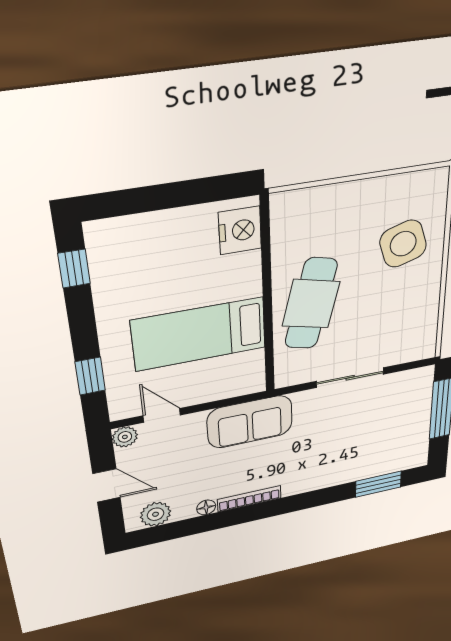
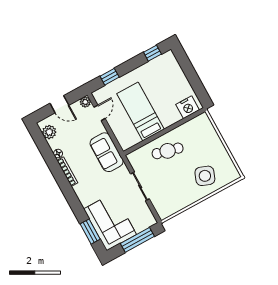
side table: (403, 244) -> (205, 176), turned 37
cafe table: (311, 304) -> (168, 151), width x0.73, depth x0.74
corner sofa: (382, 447) -> (110, 222), added
door: (107, 485) -> (59, 104), hinge flipped

